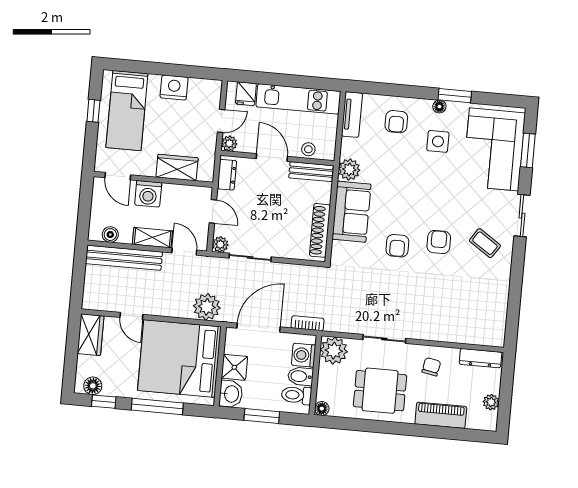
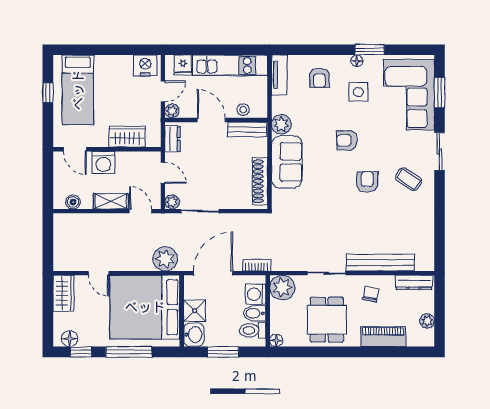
nightstand: (174, 88) -> (145, 65), moved
armchair: (397, 246) -> (347, 140), moved, turned 90
bench: (124, 258) -> (380, 263), moved
dining table: (380, 391) -> (327, 320), turned 90

